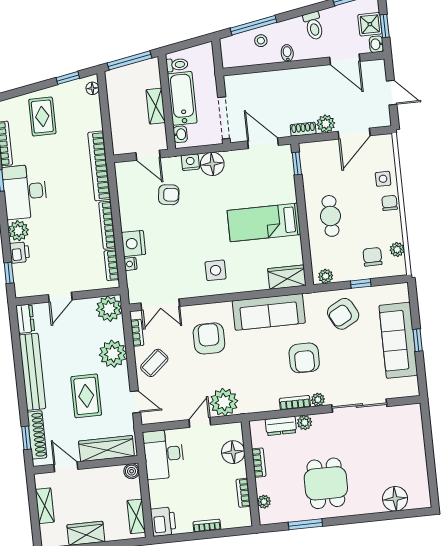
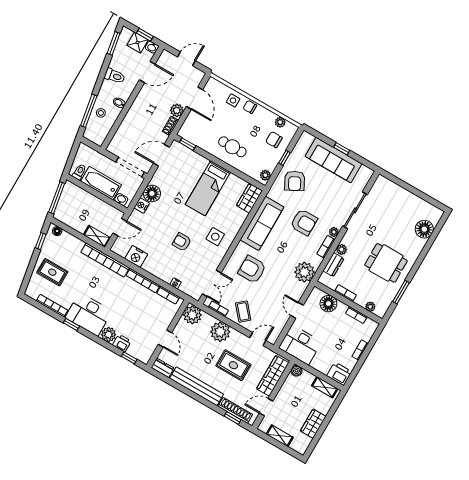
shelving: (156, 106) -> (97, 236), moved
armchair: (169, 195) -> (182, 242), moved, turned -98
nightstand: (133, 243) -> (136, 256), moved
plant: (224, 402) -> (304, 272), moved

